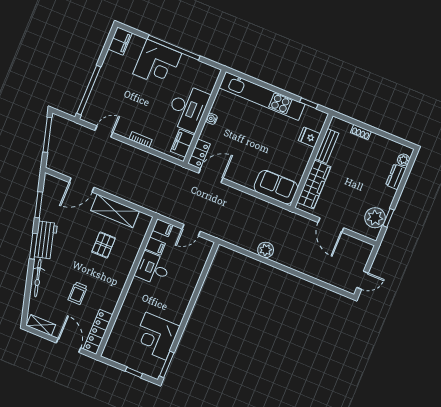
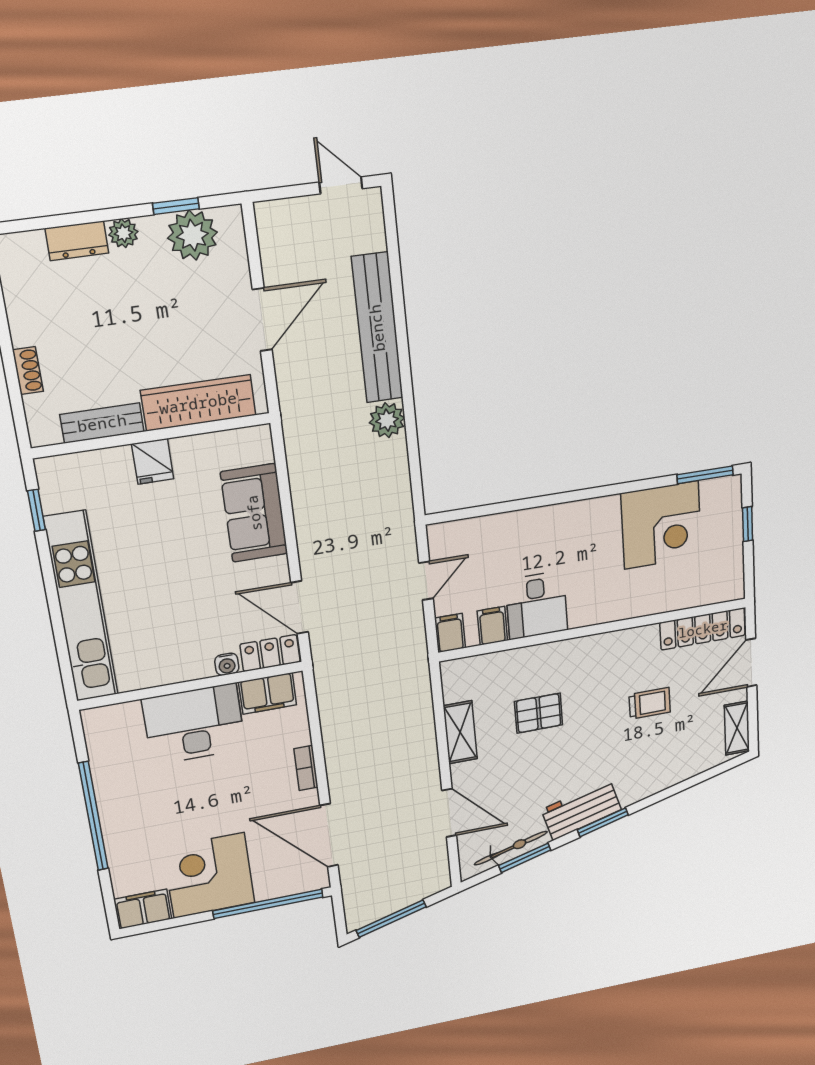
corner desk: (157, 64) -> (209, 875), moved, turned -90
water cooler: (212, 119) -> (227, 664), moved
door: (104, 132) -> (329, 835), width x1.88
fridge: (309, 137) -> (153, 461), moved
plant: (404, 160) -> (123, 233), moved
sofa: (276, 187) -> (254, 513), moved
shelving: (115, 211) -> (460, 732), width x0.67, depth x0.75
door: (191, 230) -> (426, 581), hinge flipped
bench: (303, 265) -> (377, 328), added
bicycle: (38, 278) -> (511, 848), moved

